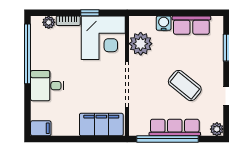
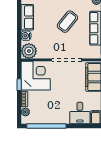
plant: (141, 44) -> (29, 51), moved
desk: (47, 86) -> (80, 113), moved

